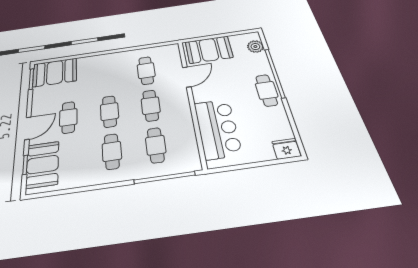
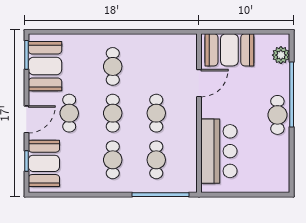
cafe table: (146, 71) -> (113, 66), moved
booth: (55, 72) -> (45, 66), moved, turned 90
fridge: (286, 149) -> (278, 183), removed

